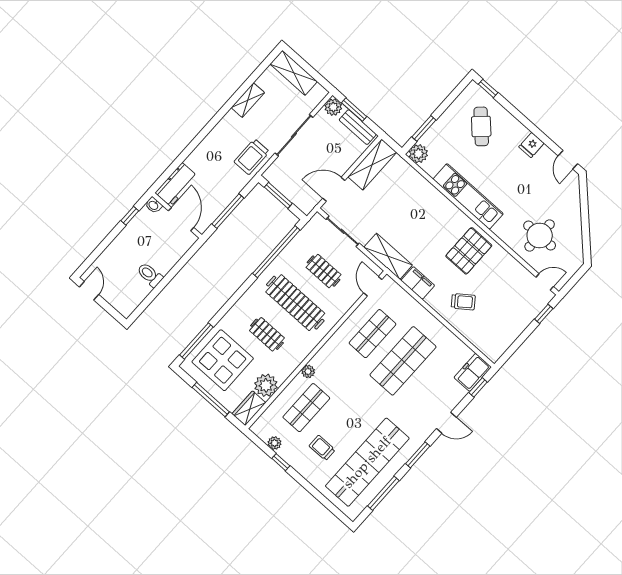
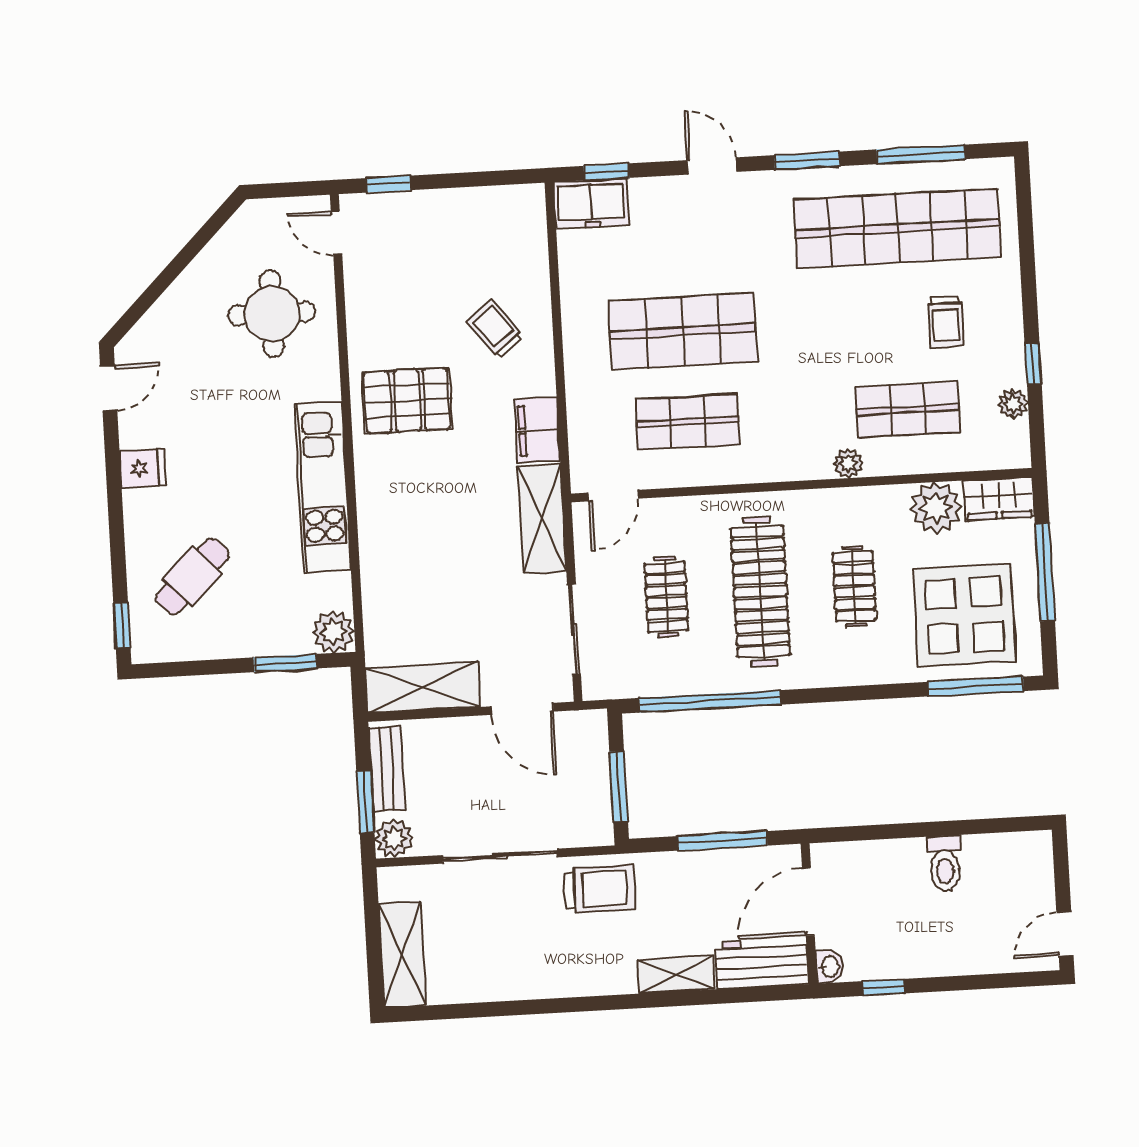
shelving: (248, 100) -> (676, 975), moved

